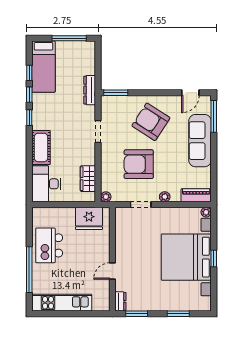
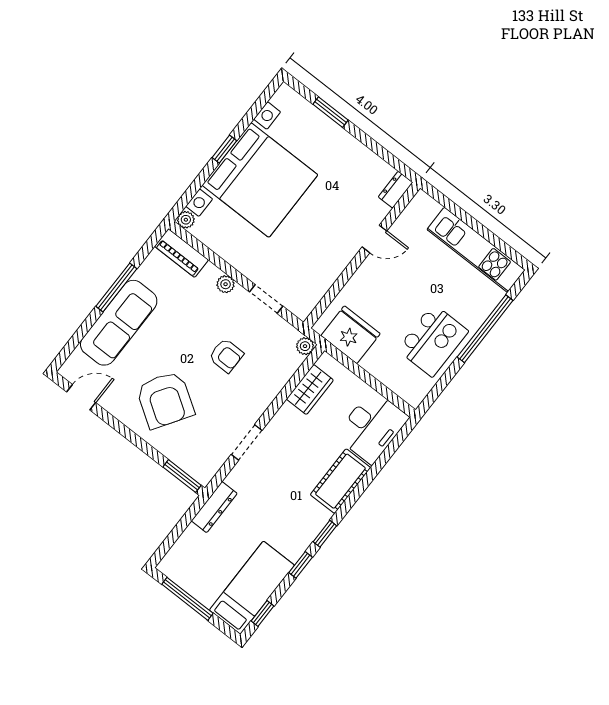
window: (29, 73) -> (262, 614), moved
window: (214, 116) -> (116, 287), moved
armchair: (139, 164) -> (226, 356), width x0.53, depth x0.53
window: (137, 314) -> (387, 156), removed

